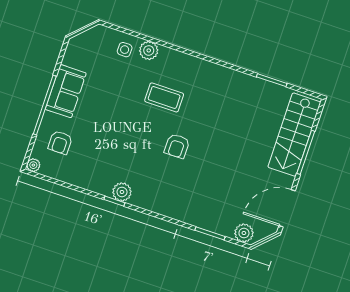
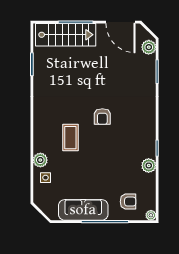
sofa: (66, 91) -> (83, 210), width x1.36
armchair: (177, 146) -> (102, 117), turned 90
plant: (122, 192) -> (149, 165), moved

